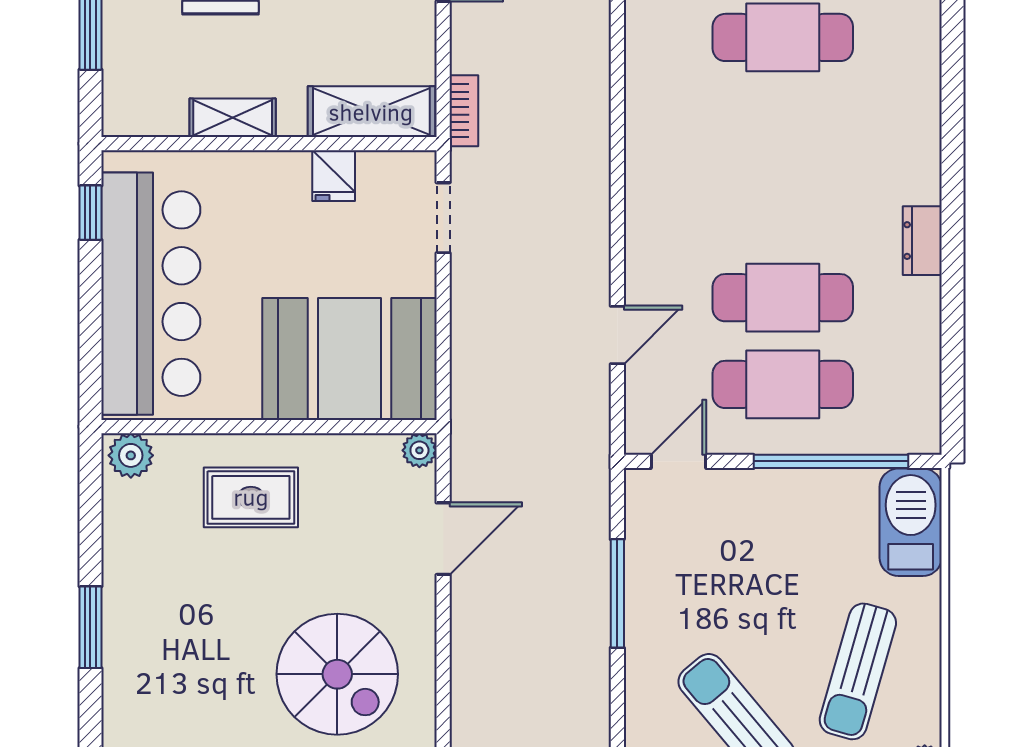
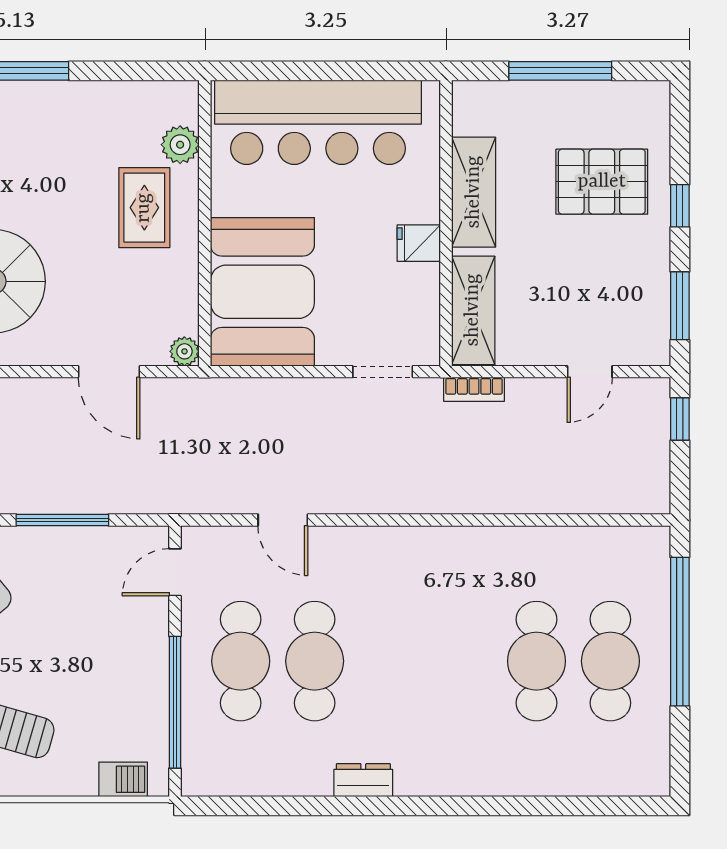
shelving: (233, 118) -> (474, 192), width x1.50, depth x1.33
fridge: (334, 176) -> (419, 243), moved
window: (90, 213) -> (387, 71), removed
plant: (131, 455) -> (180, 145), moved
door: (679, 461) -> (175, 572), swing flipped
barbecue: (911, 522) -> (123, 779), width x0.53, depth x0.65

